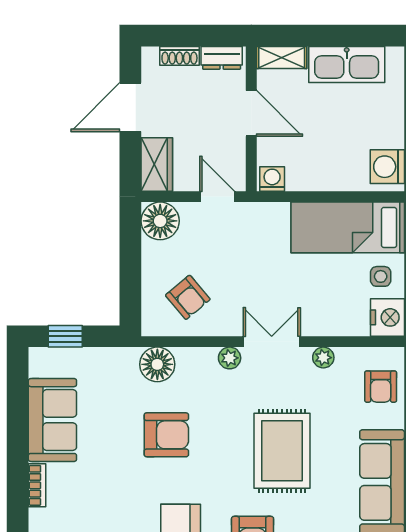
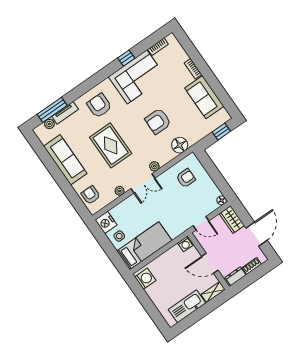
floor lamp: (160, 221) -> (222, 200), width x0.53, depth x0.53
armchair: (188, 297) -> (186, 178), turned 130

